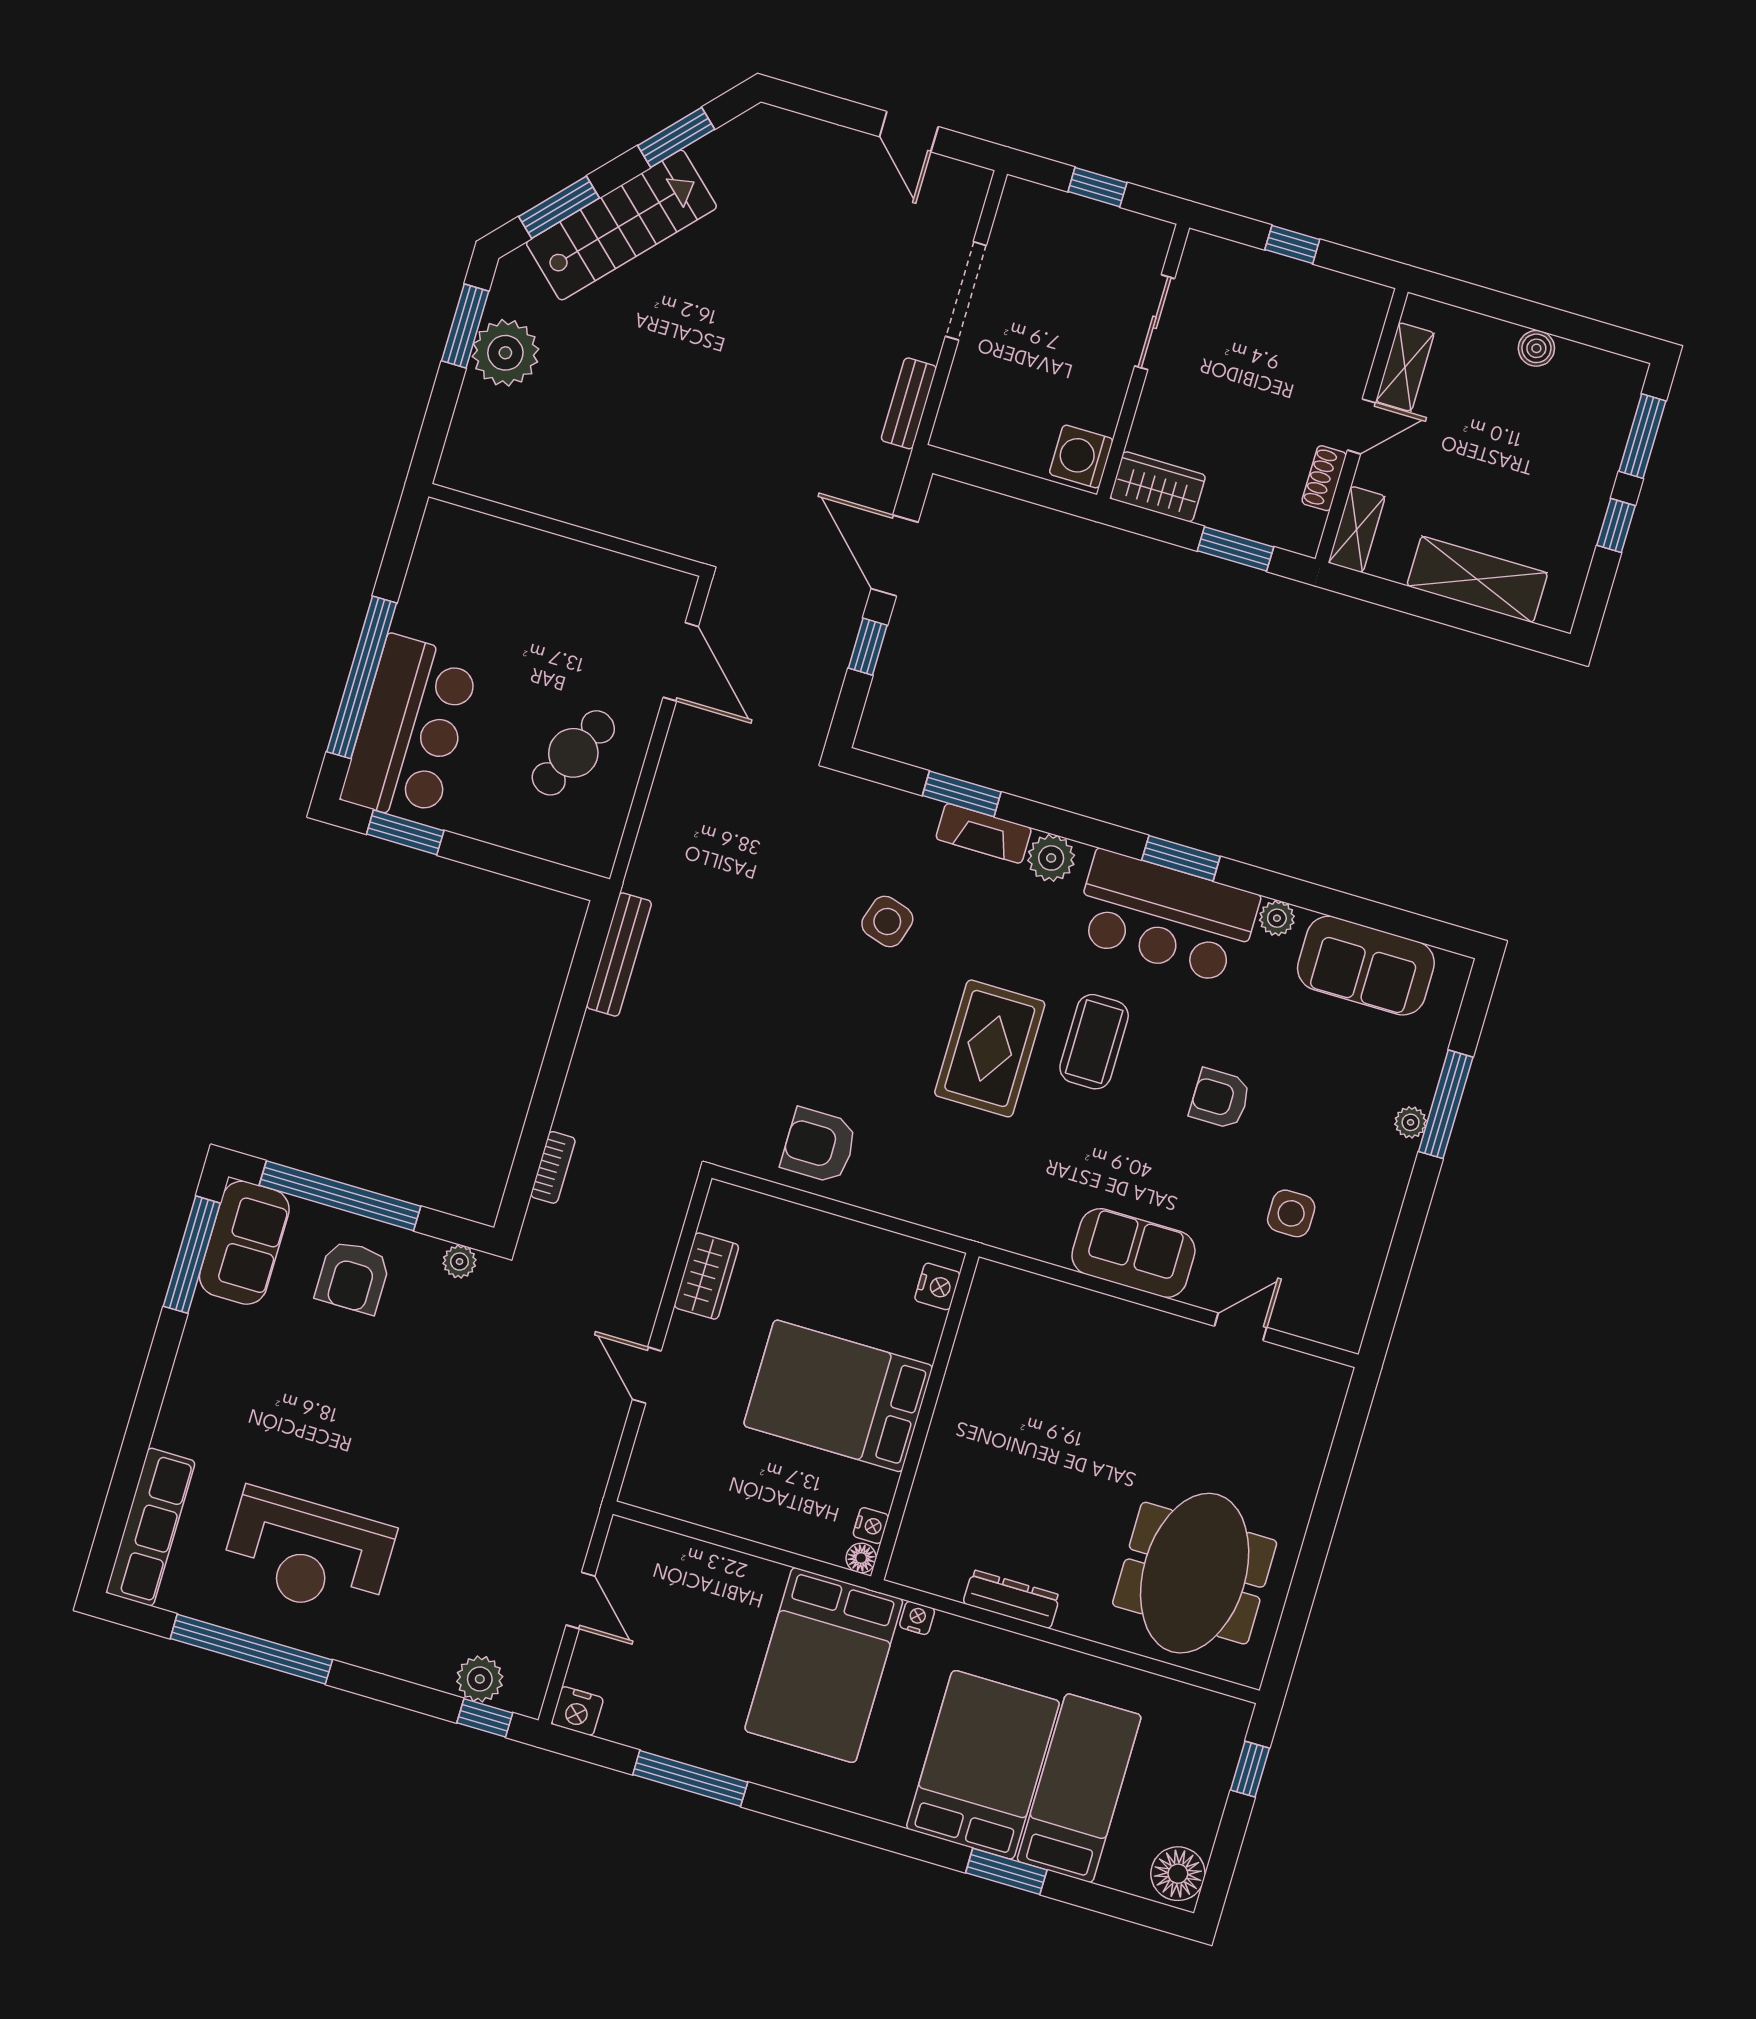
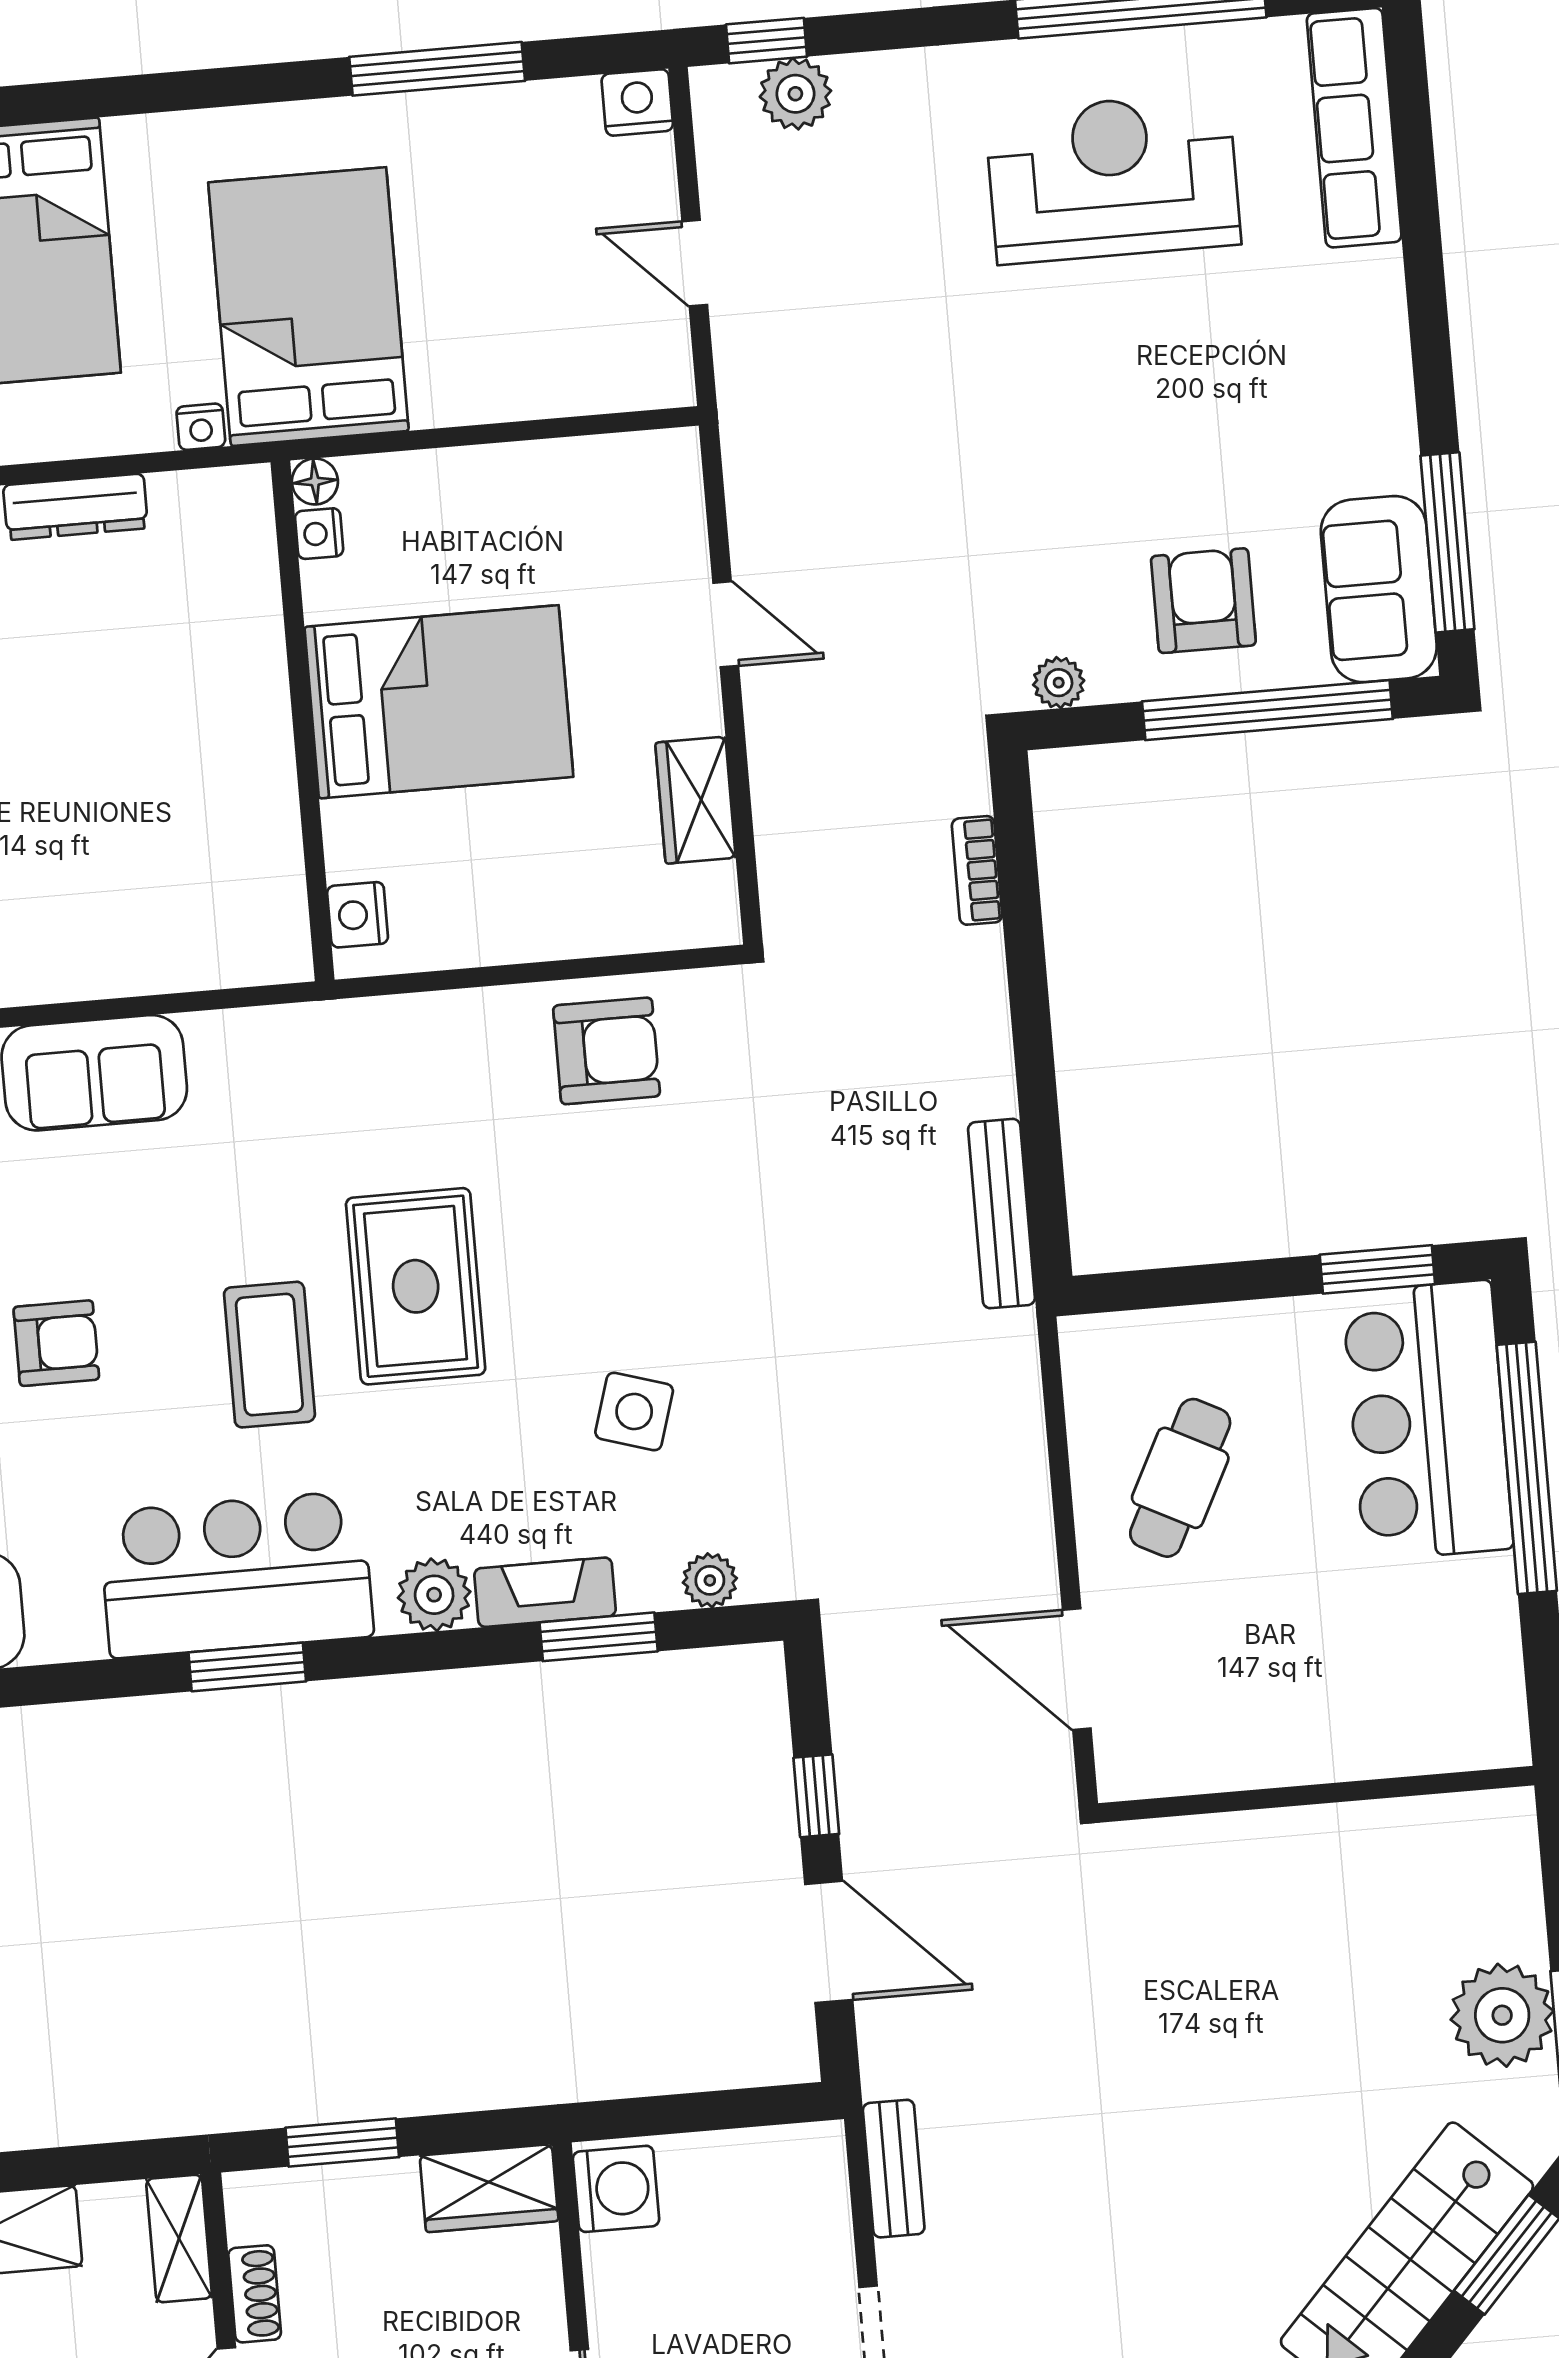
plant: (1277, 918) -> (710, 1580), moved

